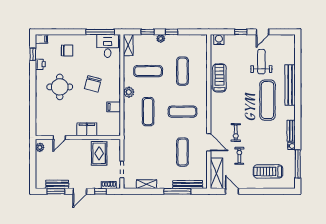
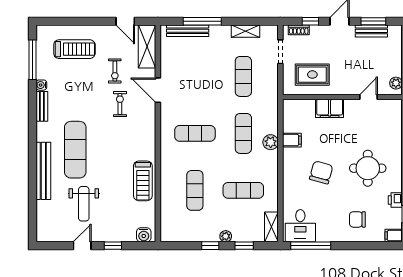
plant: (129, 92) -> (271, 142), moved
exercise mat: (182, 152) -> (243, 76), moved
rug: (99, 153) -> (312, 75), turned 90

